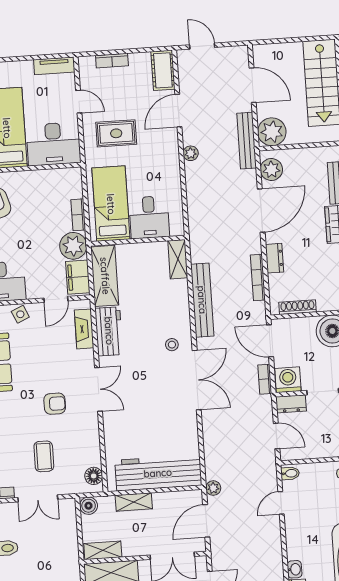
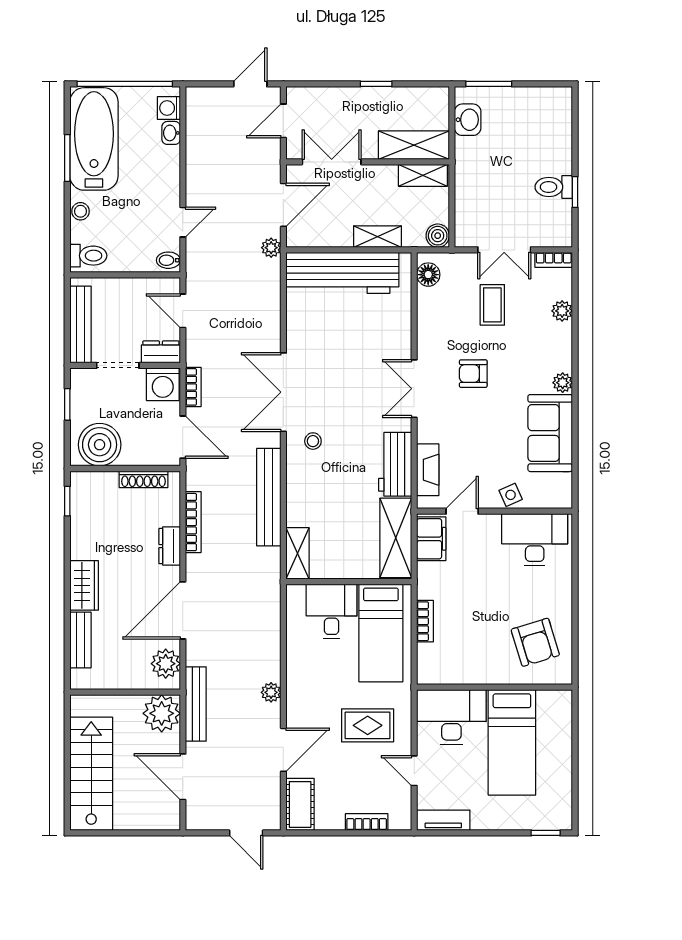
plant: (73, 246) -> (434, 581), removed
double door: (38, 498) -> (504, 250), swing flipped

